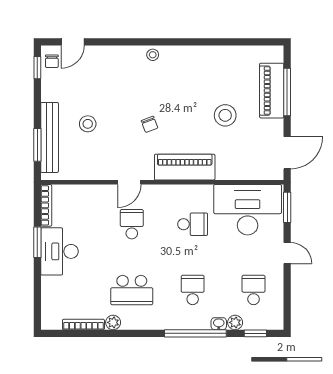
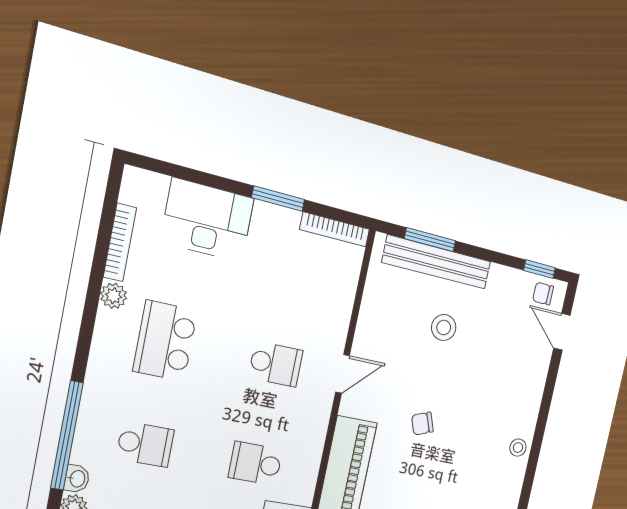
door: (129, 182) -> (343, 374), swing flipped
school desk: (193, 224) -> (256, 463), turned 90
desk: (59, 251) -> (207, 220), moved

